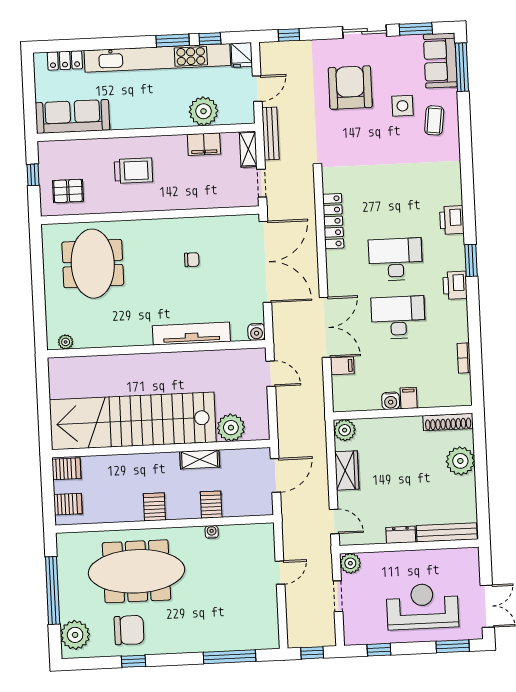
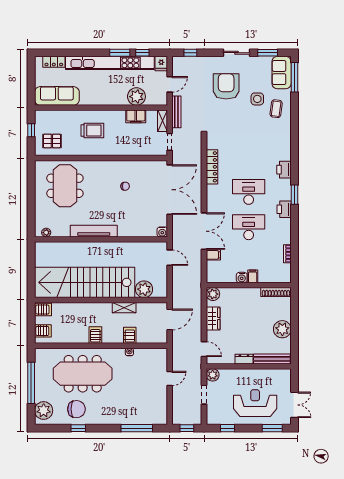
tv unit: (191, 334) -> (94, 231), moved
plant: (460, 461) -> (282, 329), moved

